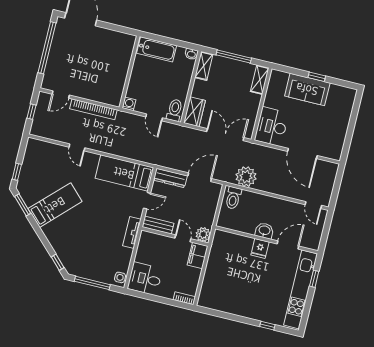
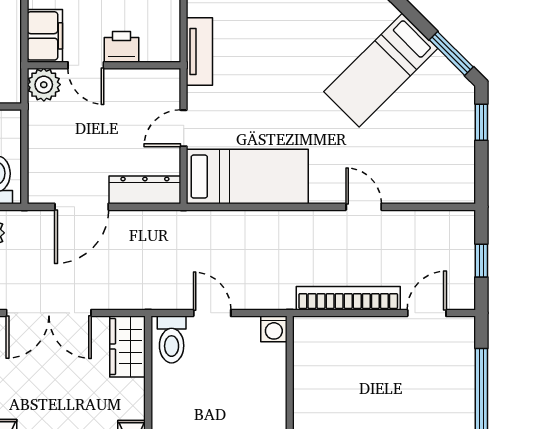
bench: (158, 225) -> (147, 81), removed
printer: (165, 243) -> (122, 47), added

